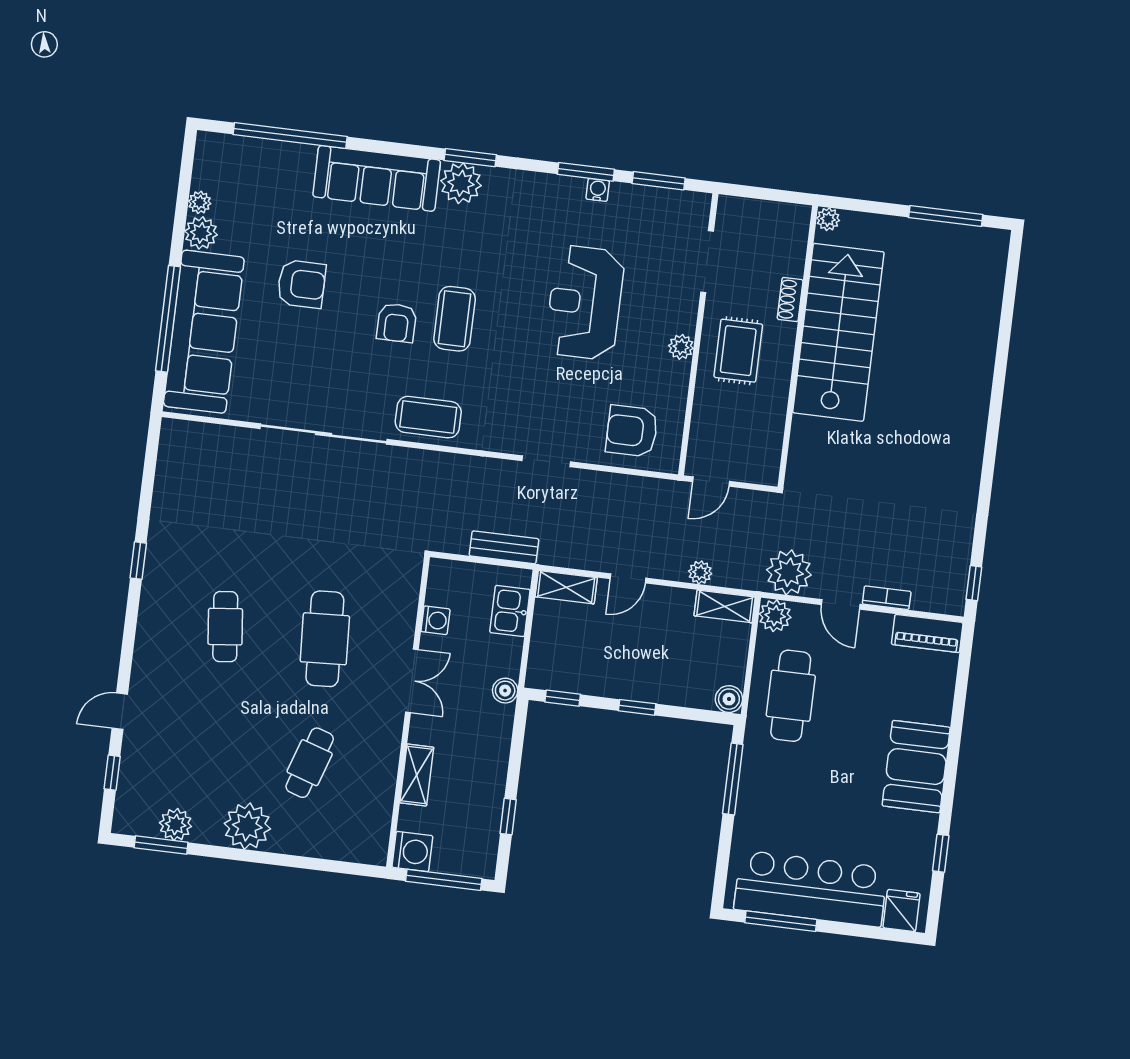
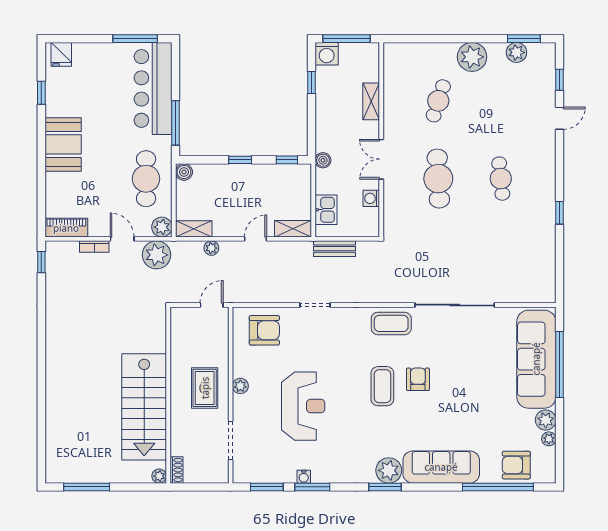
armchair: (301, 284) -> (516, 465), moved
shoe rack: (790, 300) -> (176, 470), moved
washing machine: (412, 852) -> (327, 54), moved, turned -90
bar counter: (811, 889) -> (153, 88), moved, turned 90

